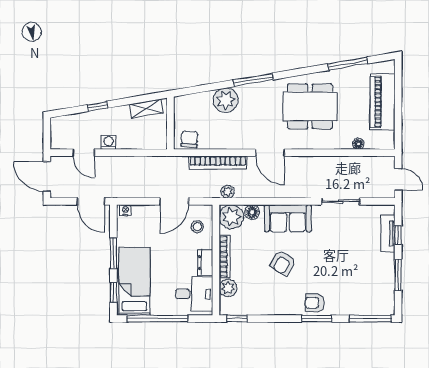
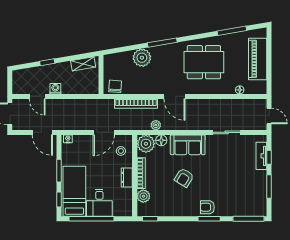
plant: (227, 192) -> (156, 125), moved
desk: (194, 294) -> (99, 203), moved, turned 90

